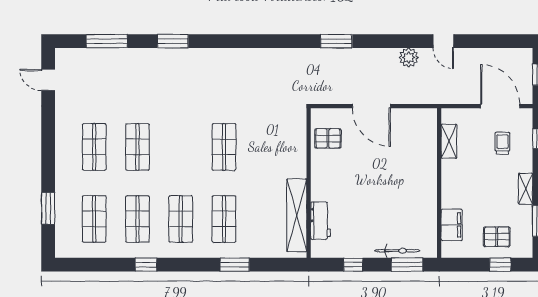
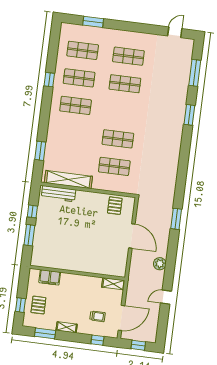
door: (443, 41) -> (166, 297), moved
door: (371, 106) -> (132, 236), swing flipped
shelving: (449, 141) -> (113, 284), moved
shop shelf: (224, 219) -> (114, 166), moved
workbench: (320, 221) -> (59, 194), width x1.37
bicycle: (397, 251) -> (38, 241), removed
window: (235, 265) -> (40, 151), moved
window: (407, 265) -> (29, 235), moved

